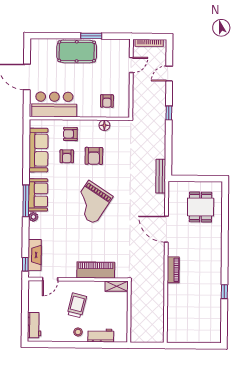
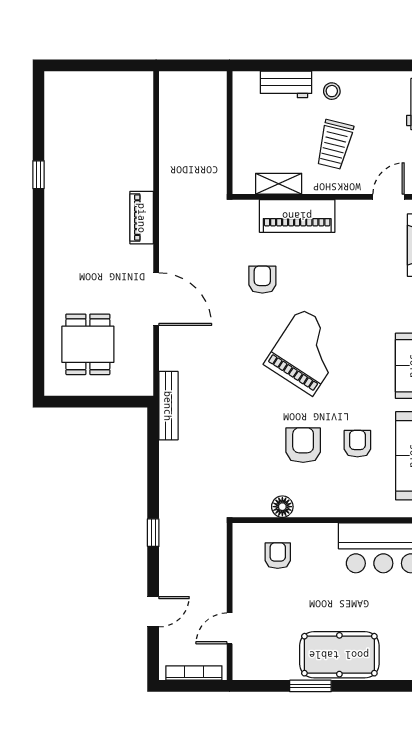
armchair: (70, 134) -> (262, 280), moved, turned -90
shelving: (117, 286) -> (279, 184), moved

